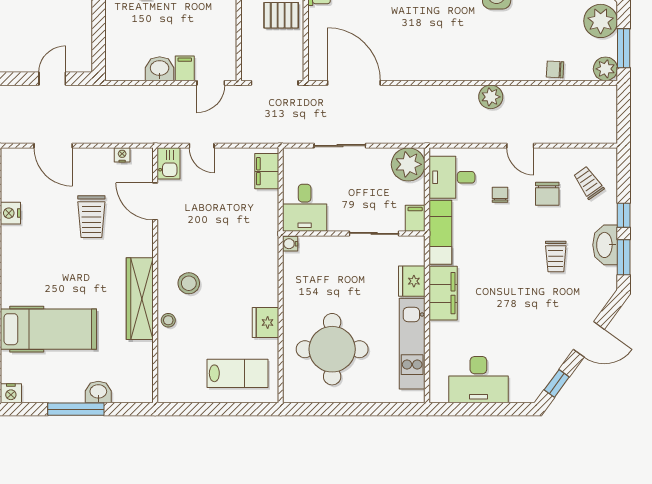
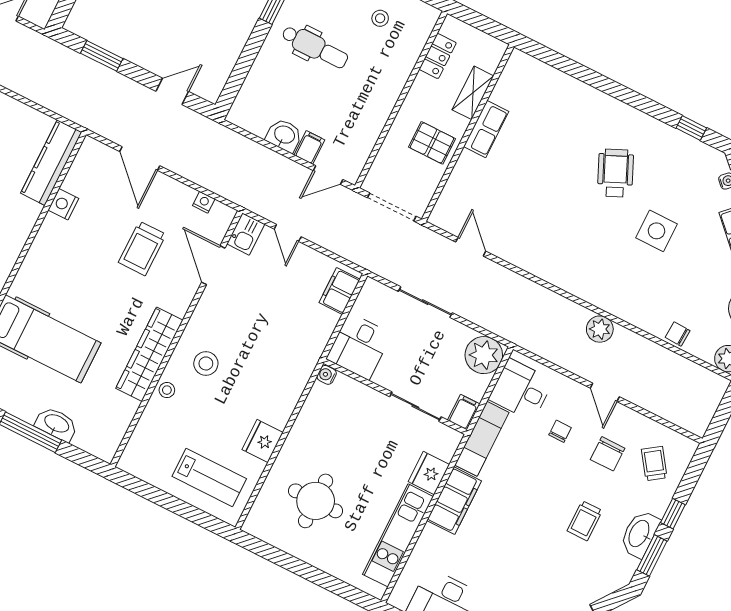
door: (354, 83) -> (471, 247), width x0.53
round table: (332, 349) -> (316, 501), width x0.73, depth x0.73
washbasin: (98, 392) -> (56, 424), width x1.38

